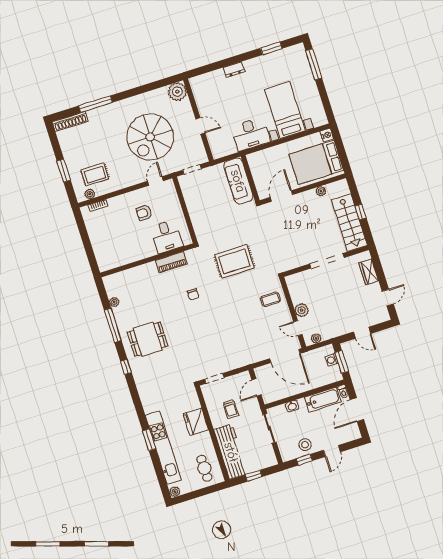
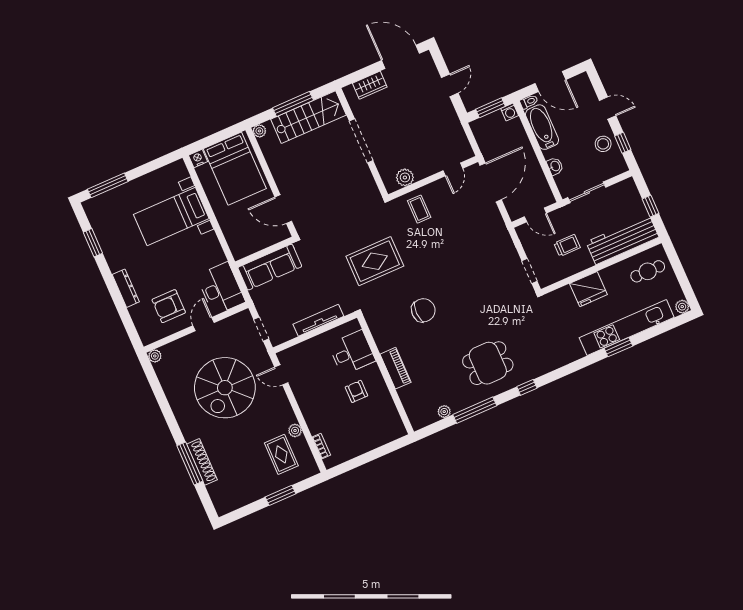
dresser: (234, 70) -> (126, 288), width x1.44
plant: (177, 92) -> (155, 356), width x0.53, depth x0.53
armchair: (217, 101) -> (169, 306), added
shoe rack: (70, 122) -> (202, 462), moved
desk: (251, 134) -> (221, 289), moved
spiral stairs: (150, 137) -> (225, 388), turned 90
plant: (321, 191) -> (259, 131), moved
plant: (90, 194) -> (295, 430), moved
window: (361, 212) -> (293, 104), width x2.17
armchair: (144, 213) -> (356, 391), moved, turned 180
tv unit: (194, 214) -> (318, 320), added
rug: (234, 261) -> (375, 261), turned 90
piano: (171, 262) -> (396, 368), moved
chair: (193, 294) -> (423, 310), width x1.87, depth x1.87
door: (388, 298) -> (401, 57), width x1.88
plant: (302, 310) -> (405, 177), moved
plant: (316, 338) -> (463, 144), removed
dining table: (148, 339) -> (488, 363), turned 90
washing machine: (332, 360) -> (510, 112), moved

